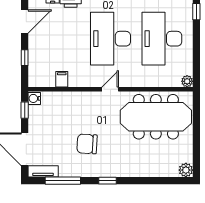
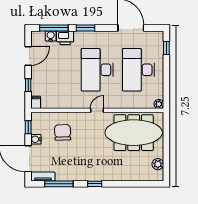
filing cabinet: (62, 79) -> (36, 102), moved
water cooler: (34, 98) -> (36, 139), moved
chair: (87, 144) -> (63, 132), moved, turned 85
plant: (186, 170) -> (158, 164), moved

